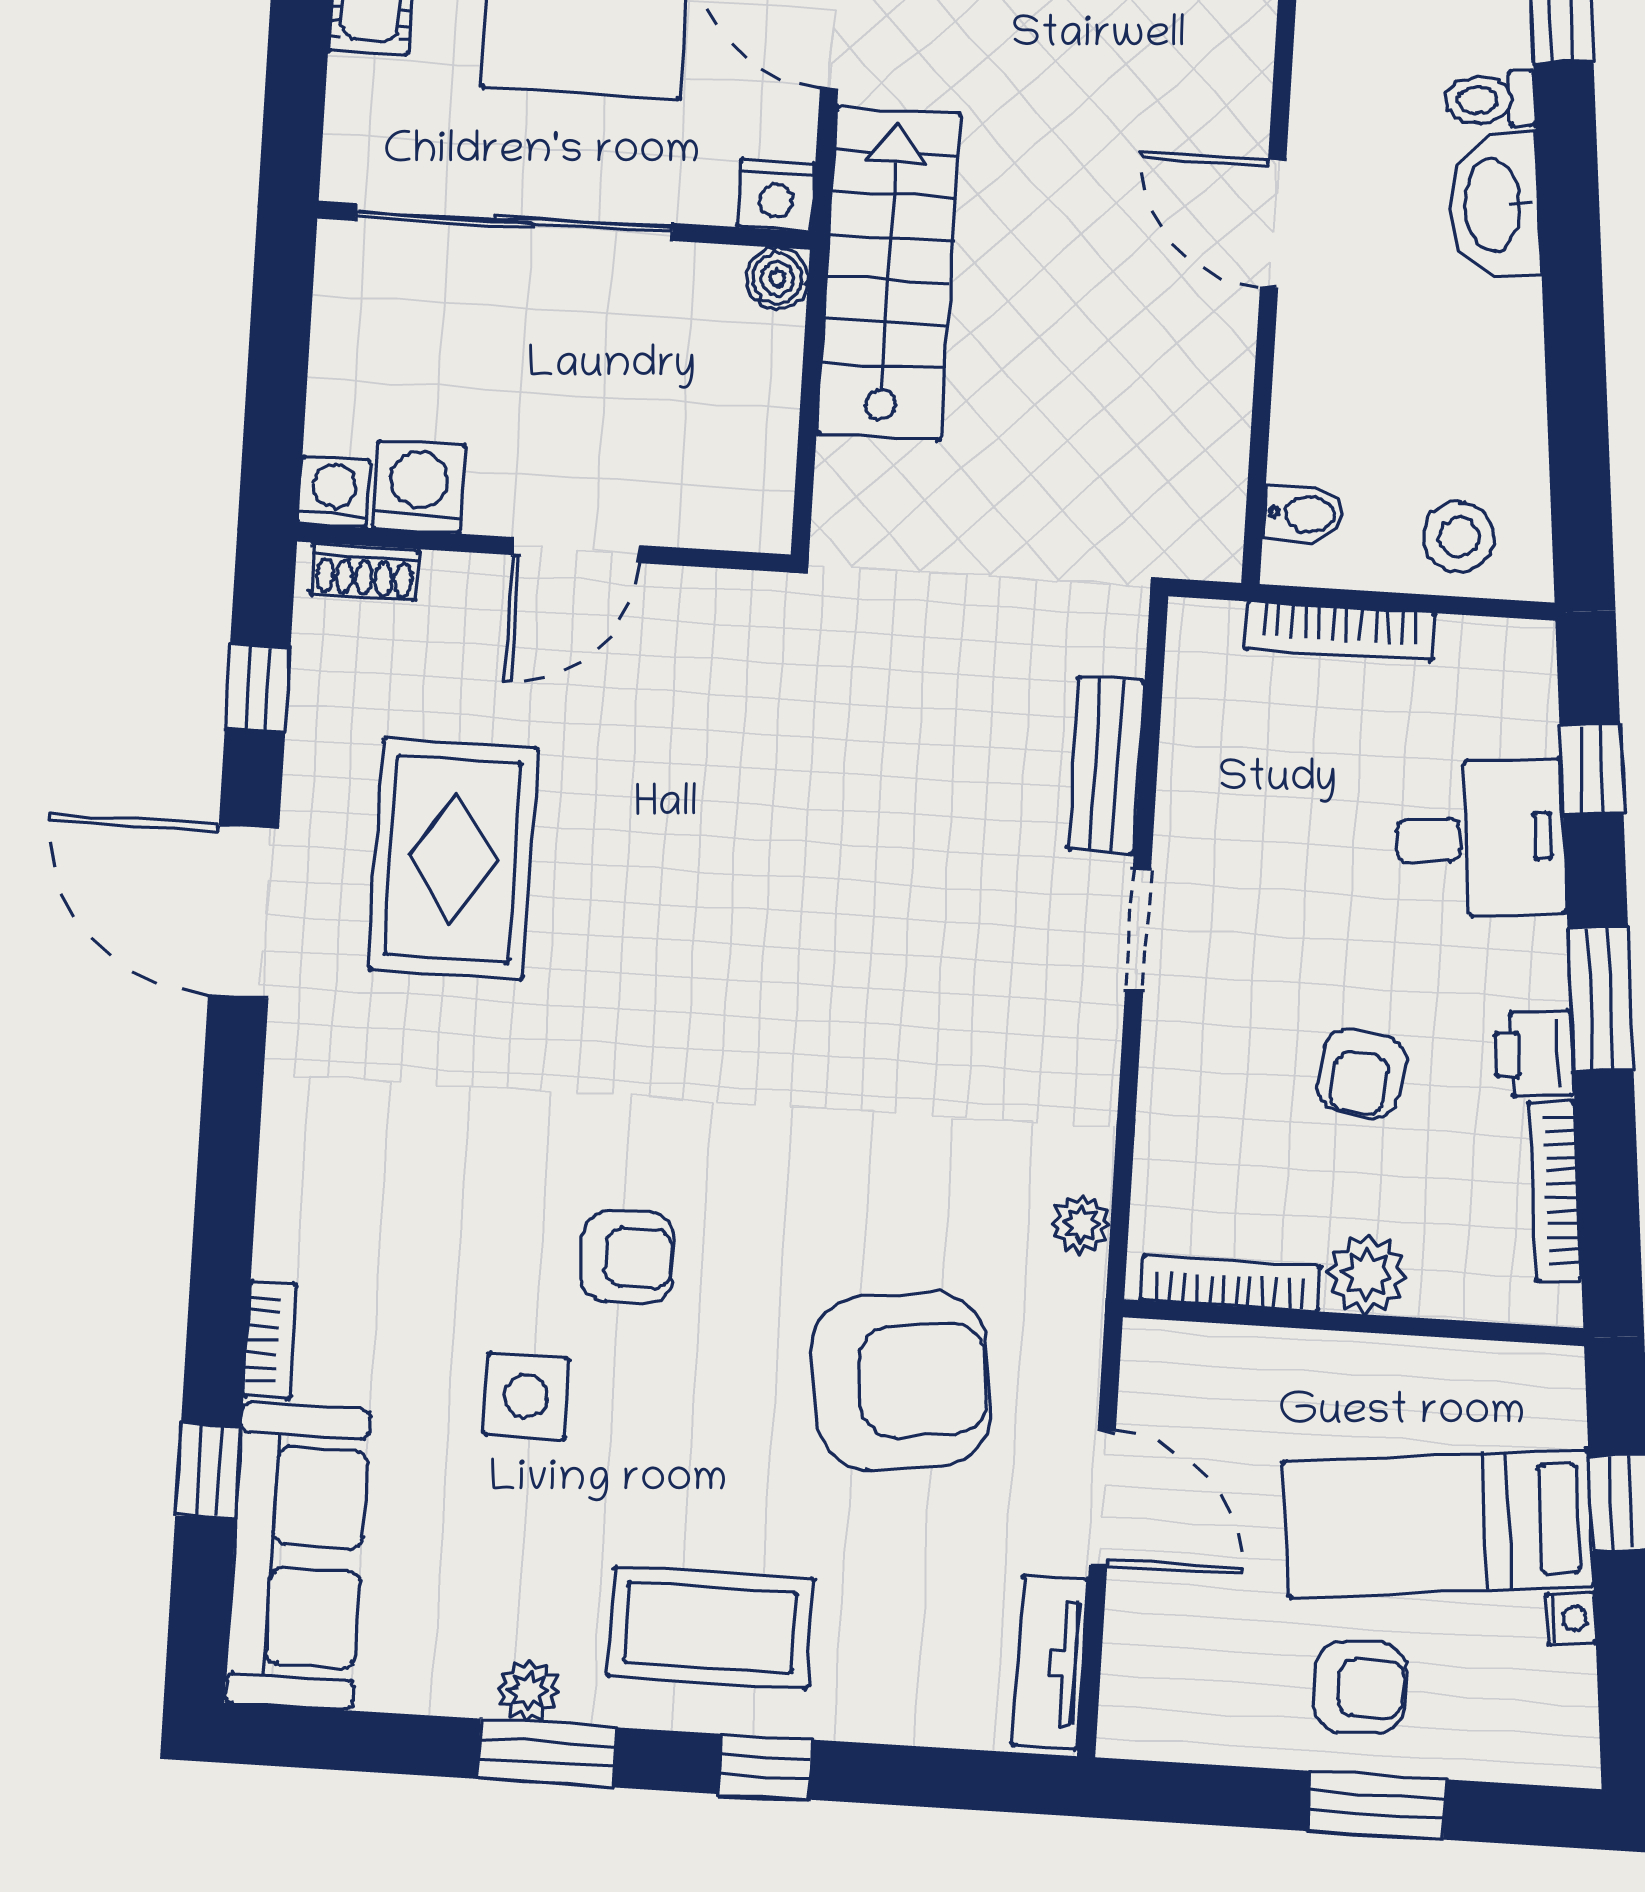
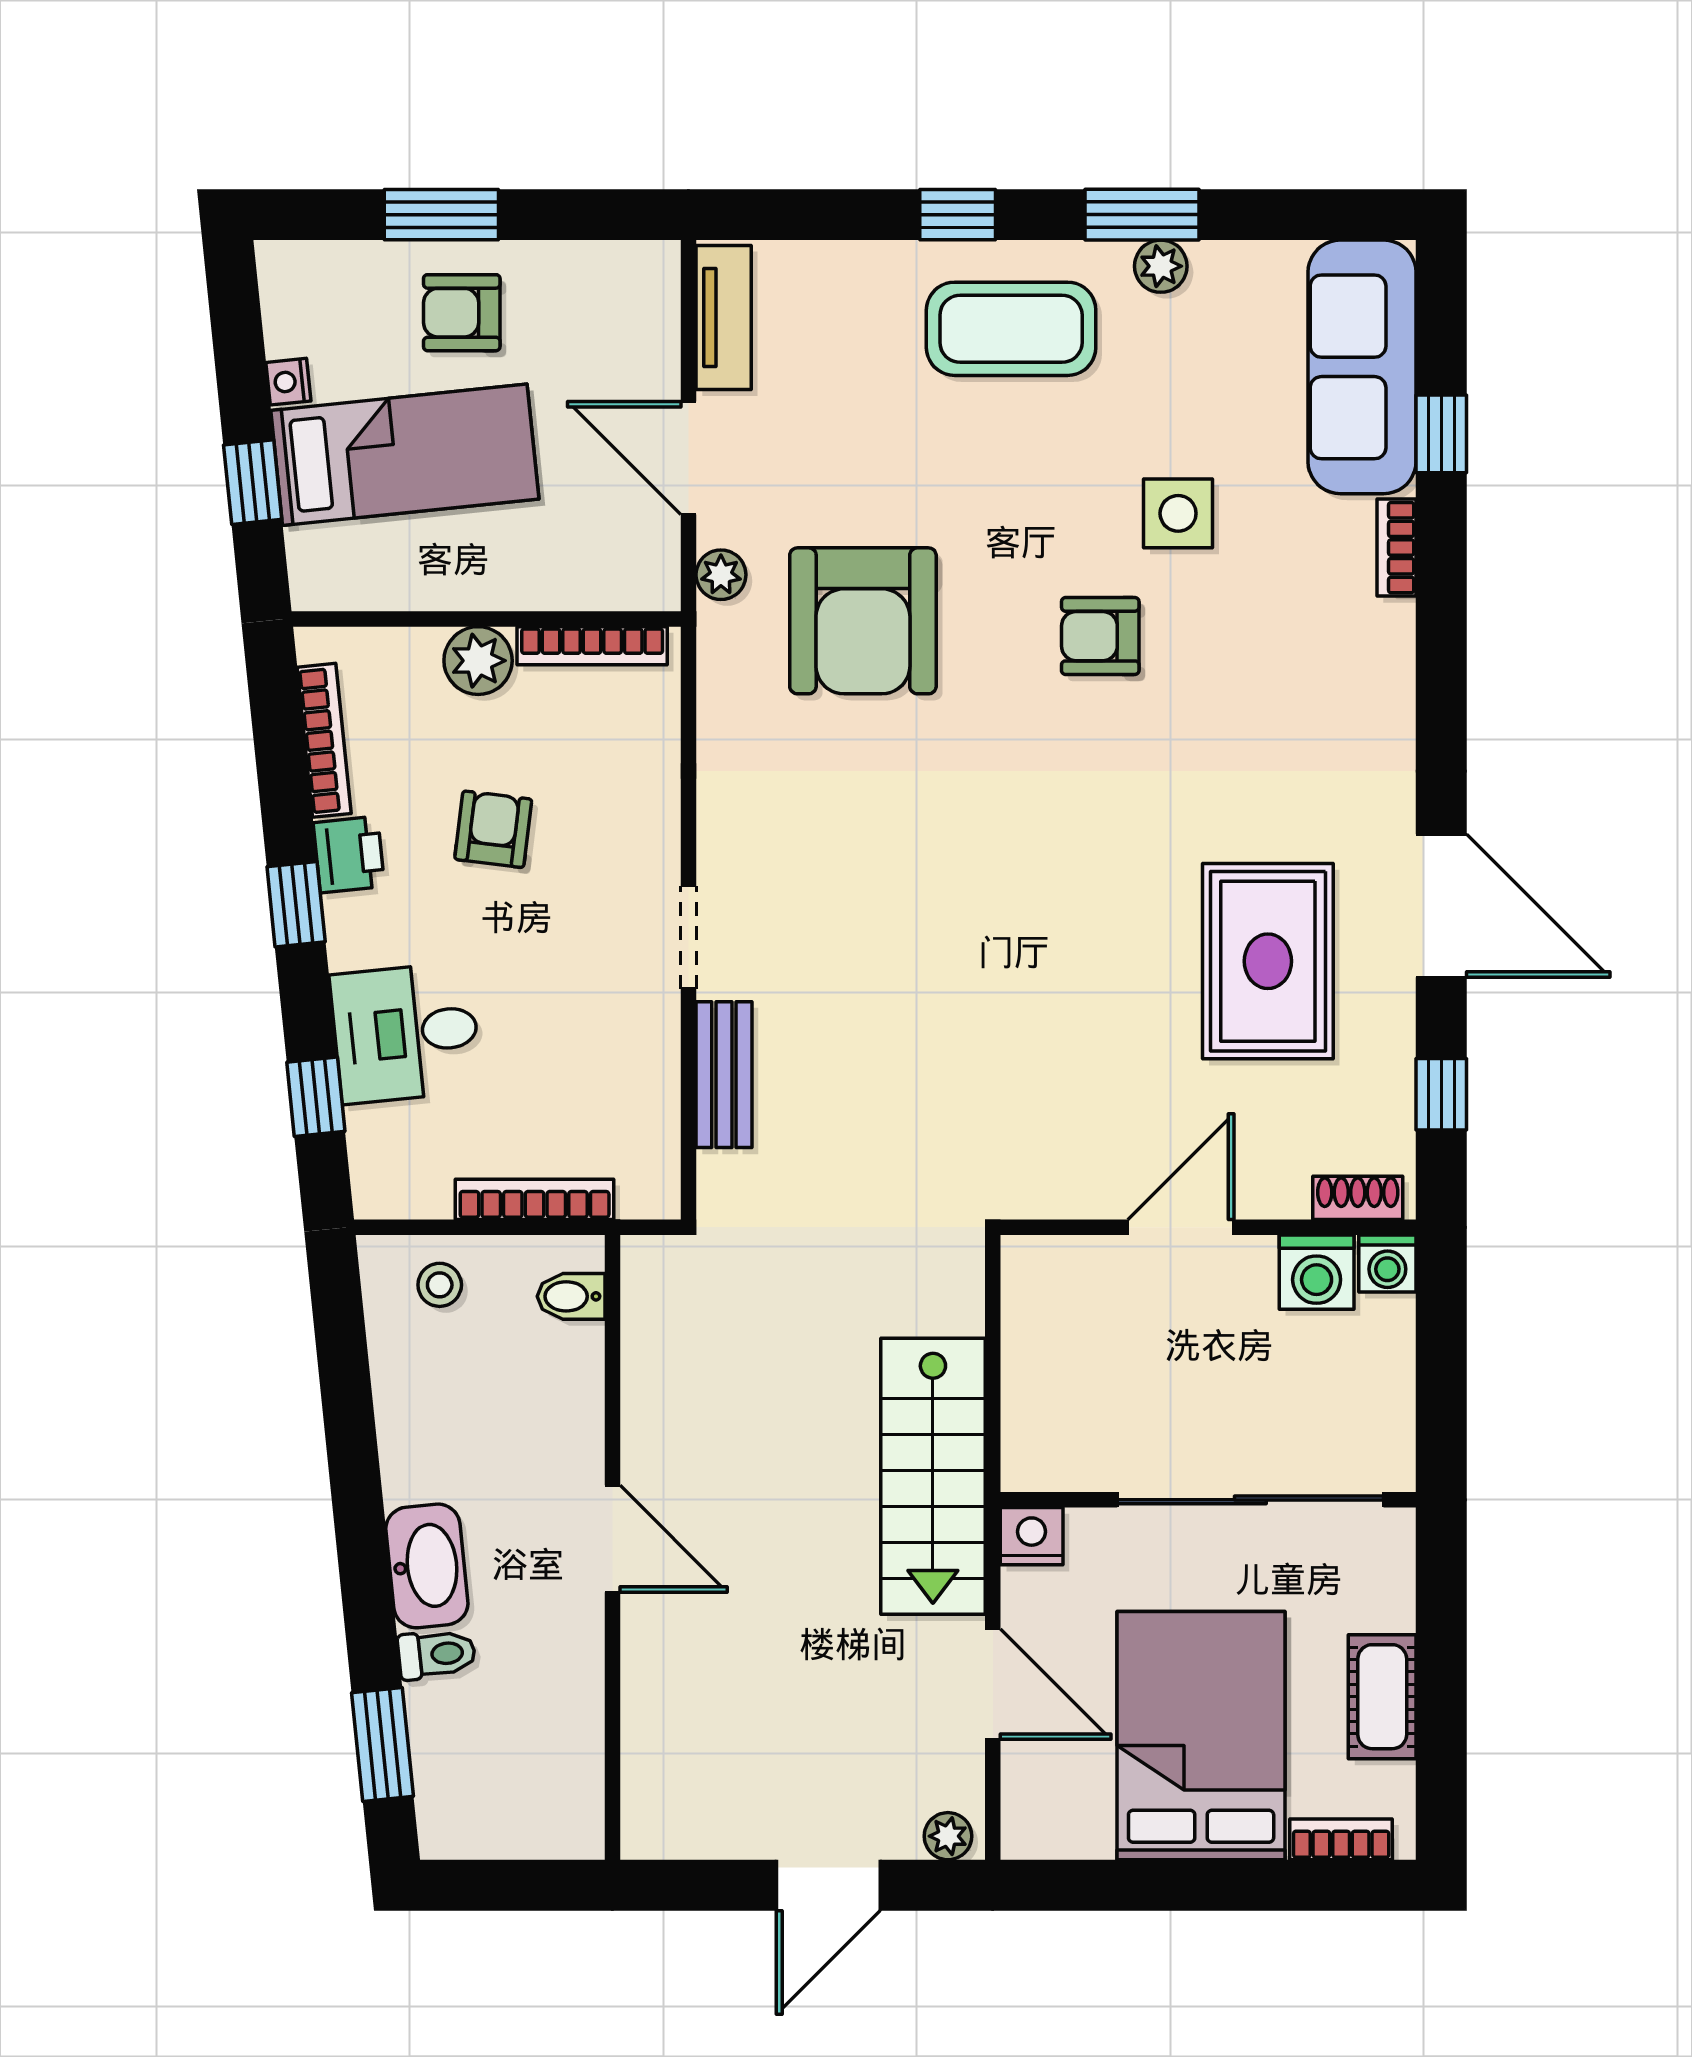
boiler: (777, 279) -> (1026, 1466), removed
stool: (1459, 537) -> (440, 1285), width x0.73, depth x0.73
window: (1601, 999) -> (296, 904), width x0.67
plant: (1081, 1224) -> (721, 575), moved
armchair: (902, 1381) -> (863, 621), moved, turned -83

